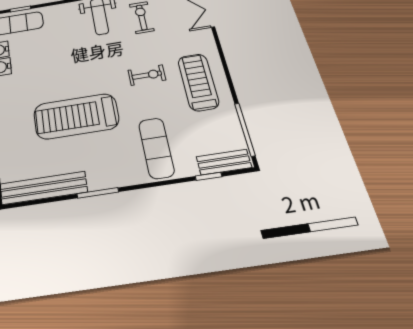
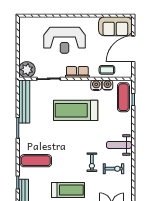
exercise bike: (147, 75) -> (92, 162), moved
treadmill: (76, 116) -> (76, 110), moved, turned -90

